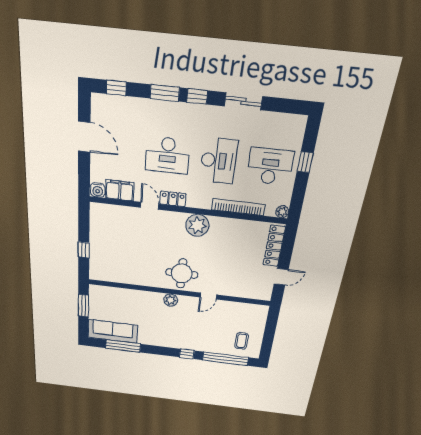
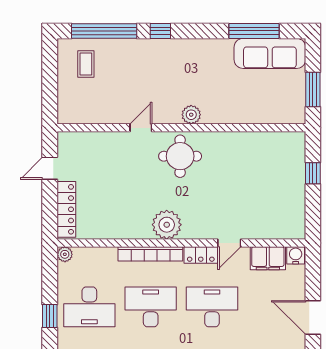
desk: (219, 161) -> (151, 307), turned 90
door: (150, 206) -> (229, 243), hinge flipped
bookcase: (238, 207) -> (150, 254), moved

